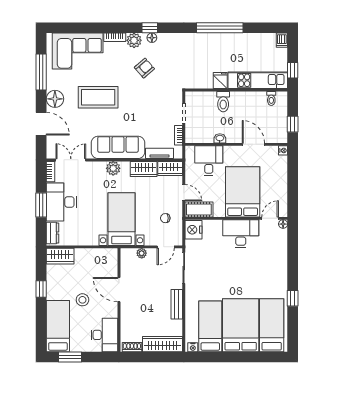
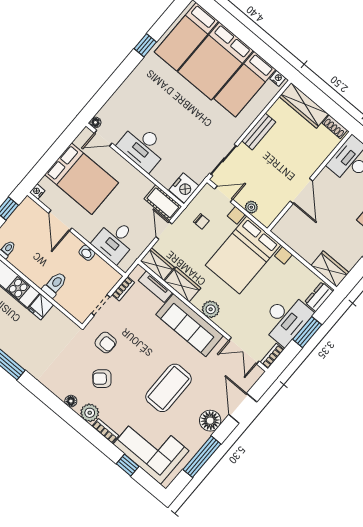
window: (150, 28) -> (128, 465), moved
armchair: (161, 92) -> (106, 343), added
coffee table: (98, 97) -> (169, 388), turned 90
bed: (243, 192) -> (81, 179), moved, turned -90
bed with nightstands: (121, 219) -> (243, 255), width x1.36
stool: (82, 300) -> (344, 210), removed

